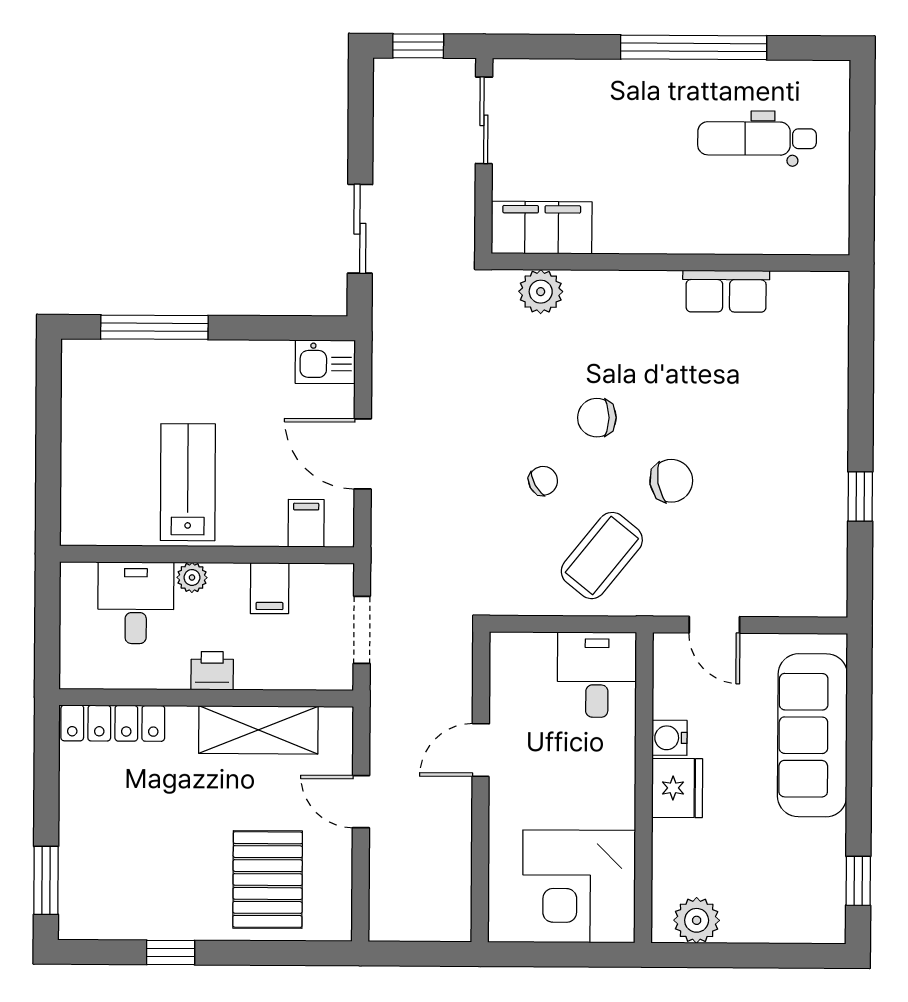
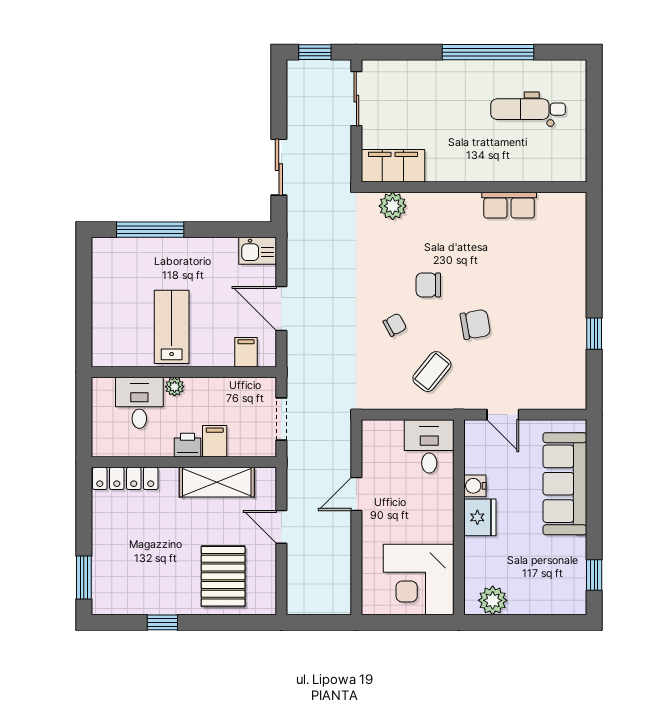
coffee table: (602, 556) -> (432, 372), width x0.73, depth x0.77
filing cabinet: (270, 588) -> (215, 441), moved, turned 180

